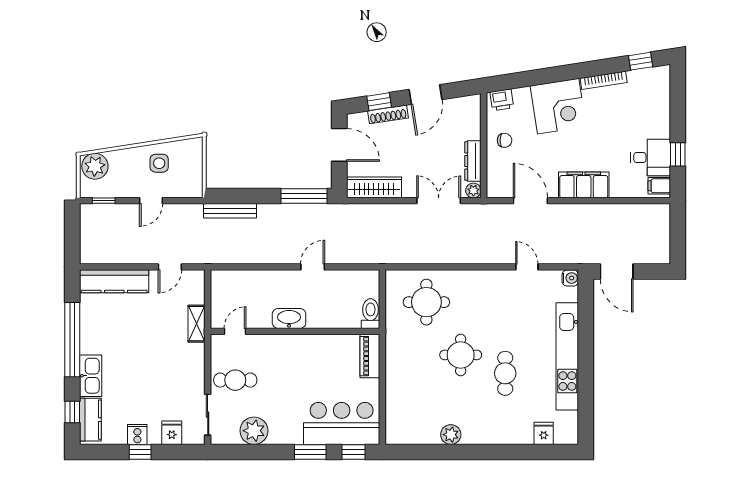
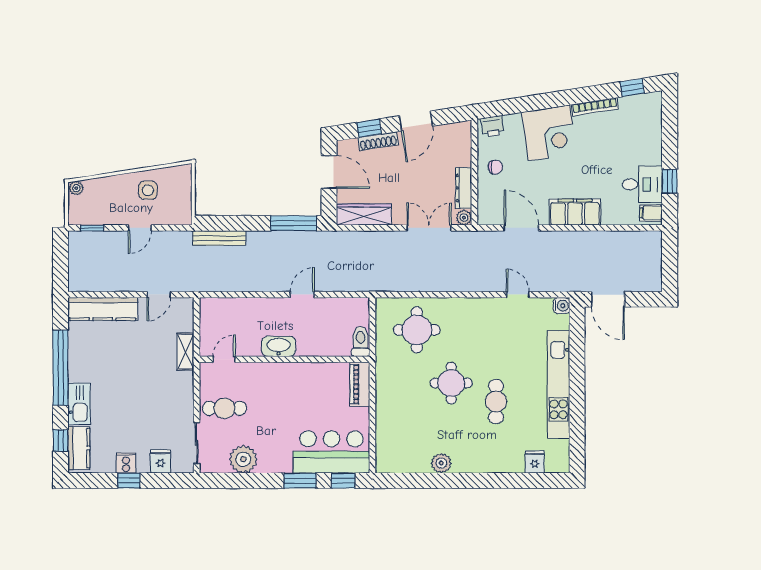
plant: (95, 166) -> (76, 188), width x0.53, depth x0.53

